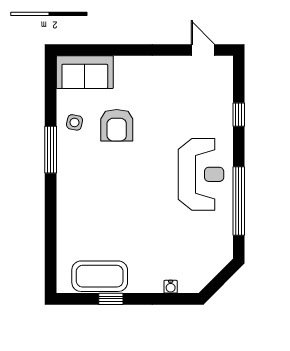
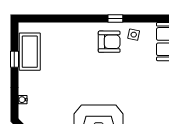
armchair: (117, 125) -> (109, 42), moved, turned 180
window: (51, 150) -> (115, 19), width x0.46

